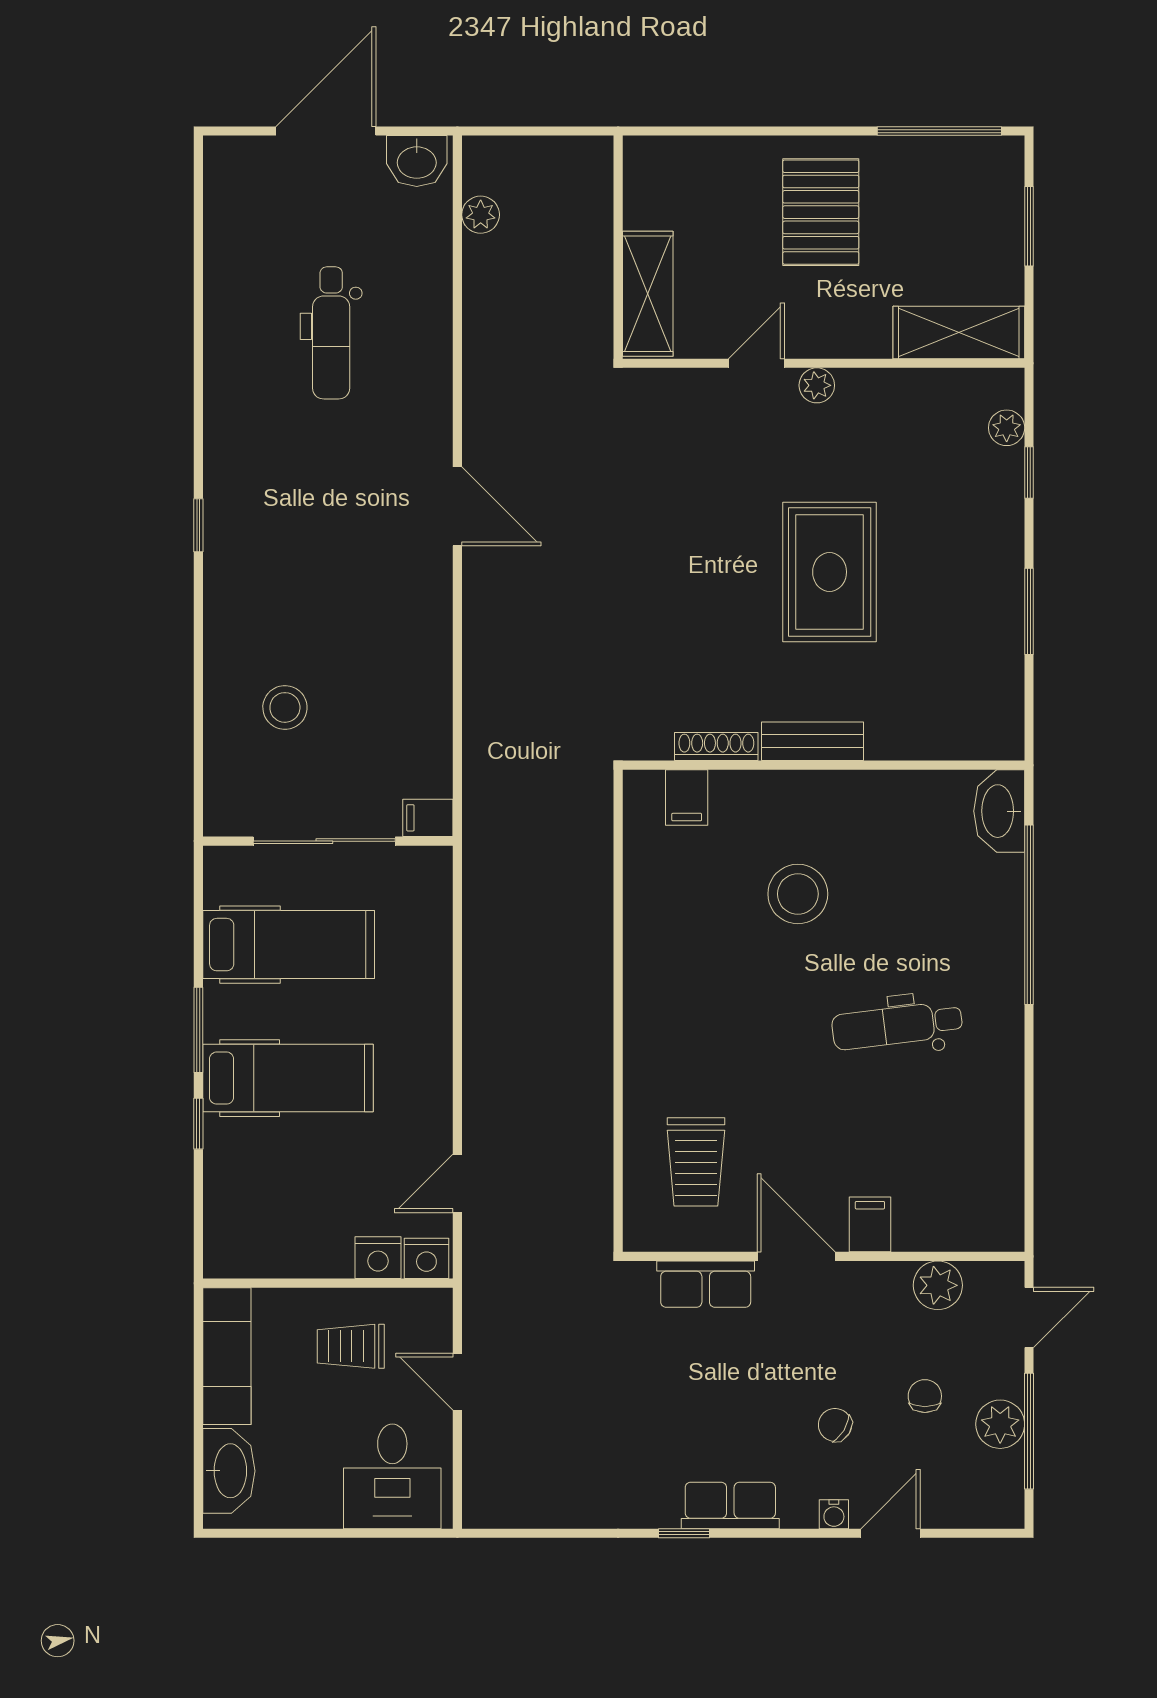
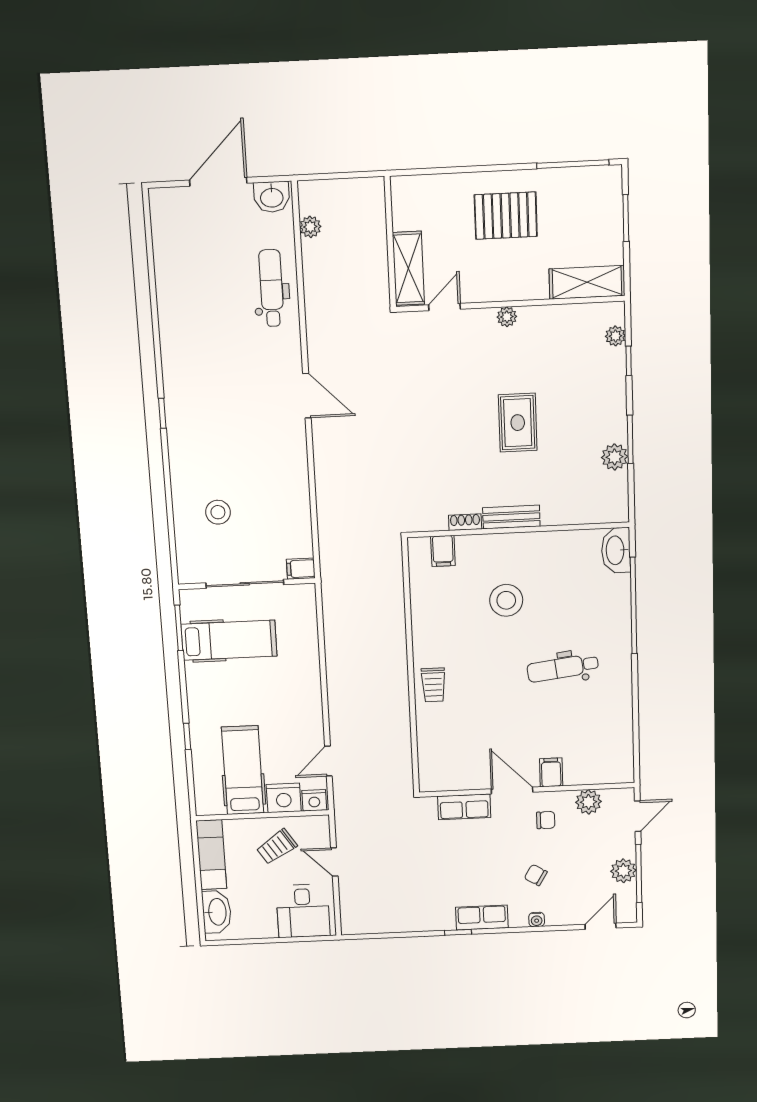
pallet: (821, 212) -> (506, 216), turned 90
dental chair: (331, 333) -> (271, 288), moved, turned 180
door: (756, 363) -> (445, 307), moved
rug: (830, 572) -> (518, 423), width x0.73, depth x0.70
plant: (1000, 642) -> (615, 457), added
shoe rack: (716, 747) -> (465, 522), width x0.70
window: (198, 1030) -> (179, 628), moved
hospital bed: (288, 1078) -> (243, 770), moved, turned -90
trolley: (696, 1162) -> (433, 685), moved, width x0.73, depth x0.72
nightstand: (378, 1258) -> (284, 798), width x1.36, depth x1.33
trolley: (351, 1346) -> (277, 847), turned -33
chair: (925, 1396) -> (546, 820), moved, turned 90
door: (890, 1533) -> (601, 926), moved

